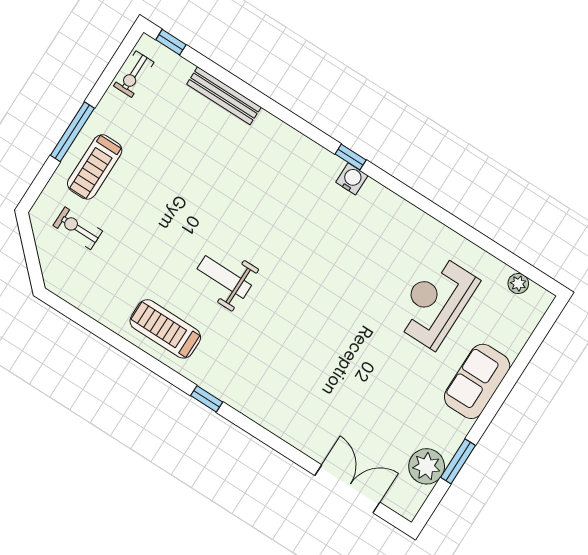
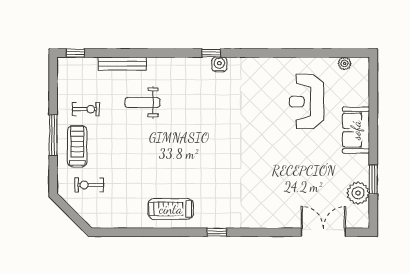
exercise bike: (134, 74) -> (86, 109), moved, turned -90
treadmill: (95, 167) -> (77, 146), turned 180
weight bench: (224, 277) -> (142, 102), moved

